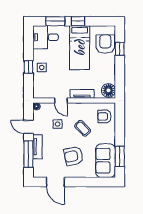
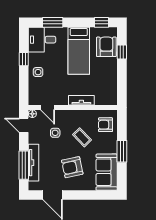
window: (78, 21) -> (101, 22), moved
window: (28, 67) -> (24, 59), moved
floor lamp: (108, 90) -> (110, 97), removed
door: (61, 100) -> (48, 108), moved
door: (28, 127) -> (24, 125), moved
tv unit: (37, 147) -> (34, 163), width x1.41
window: (120, 156) -> (122, 151), moved

